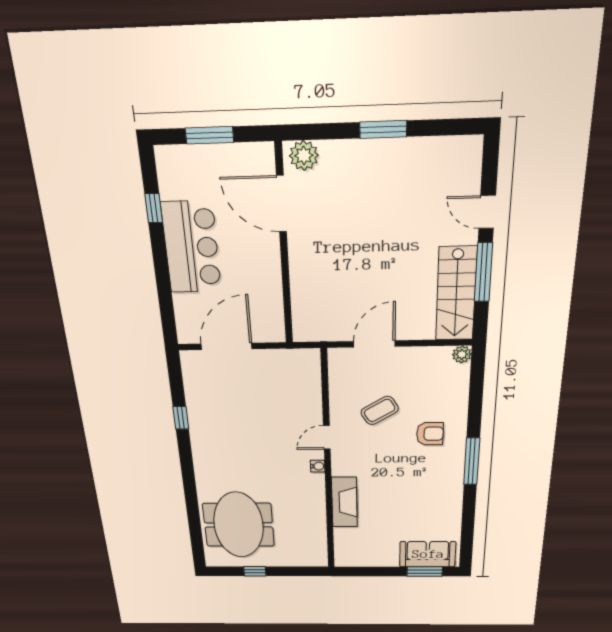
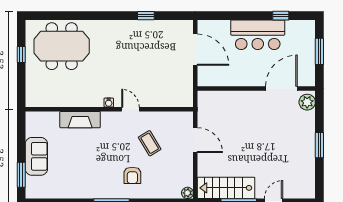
sofa: (428, 554) -> (36, 156), moved

